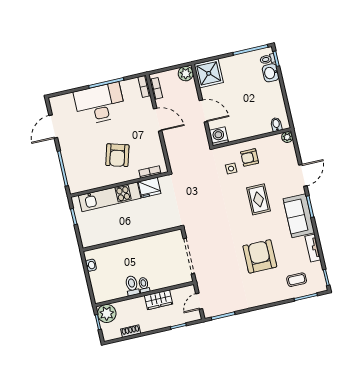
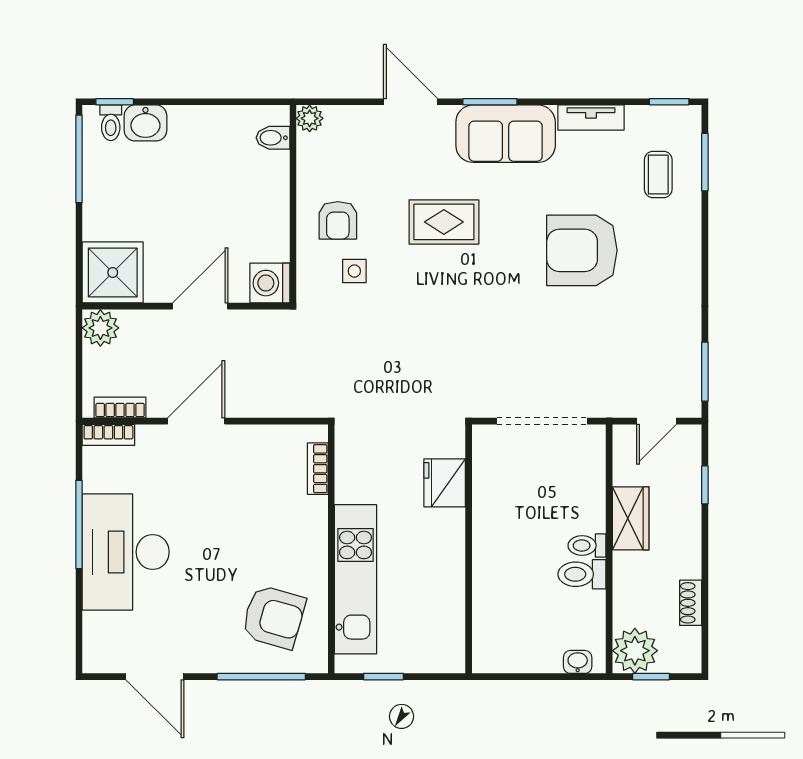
armchair: (117, 155) -> (274, 617), moved
fridge: (150, 188) -> (445, 483), moved, turned 180
washbasin: (91, 265) -> (578, 662), moved
door: (199, 301) -> (656, 421), hinge flipped

